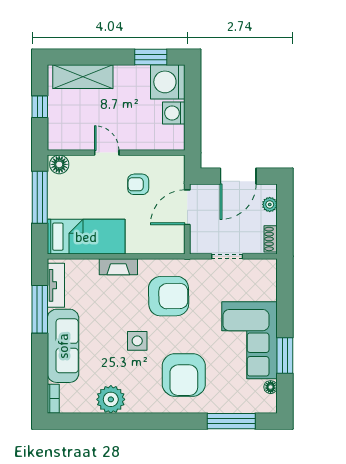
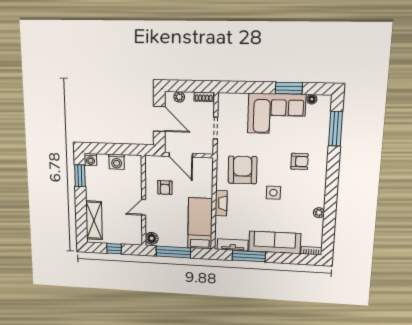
washing machine: (168, 82) -> (90, 159), width x0.53, depth x0.53
armchair: (184, 375) -> (299, 161), width x0.53, depth x0.53
plant: (111, 399) -> (319, 213), width x0.53, depth x0.53

